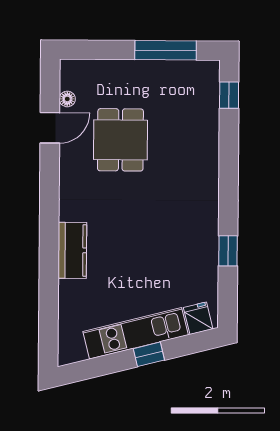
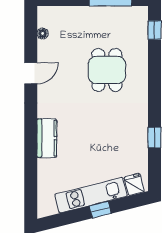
door: (50, 128) -> (31, 73), moved
dining table: (120, 140) -> (107, 70), moved

